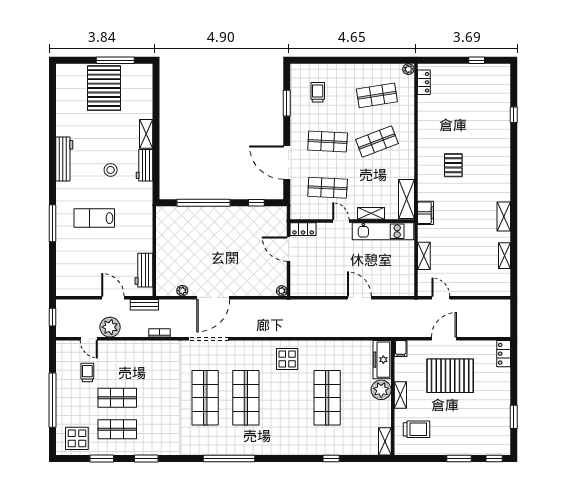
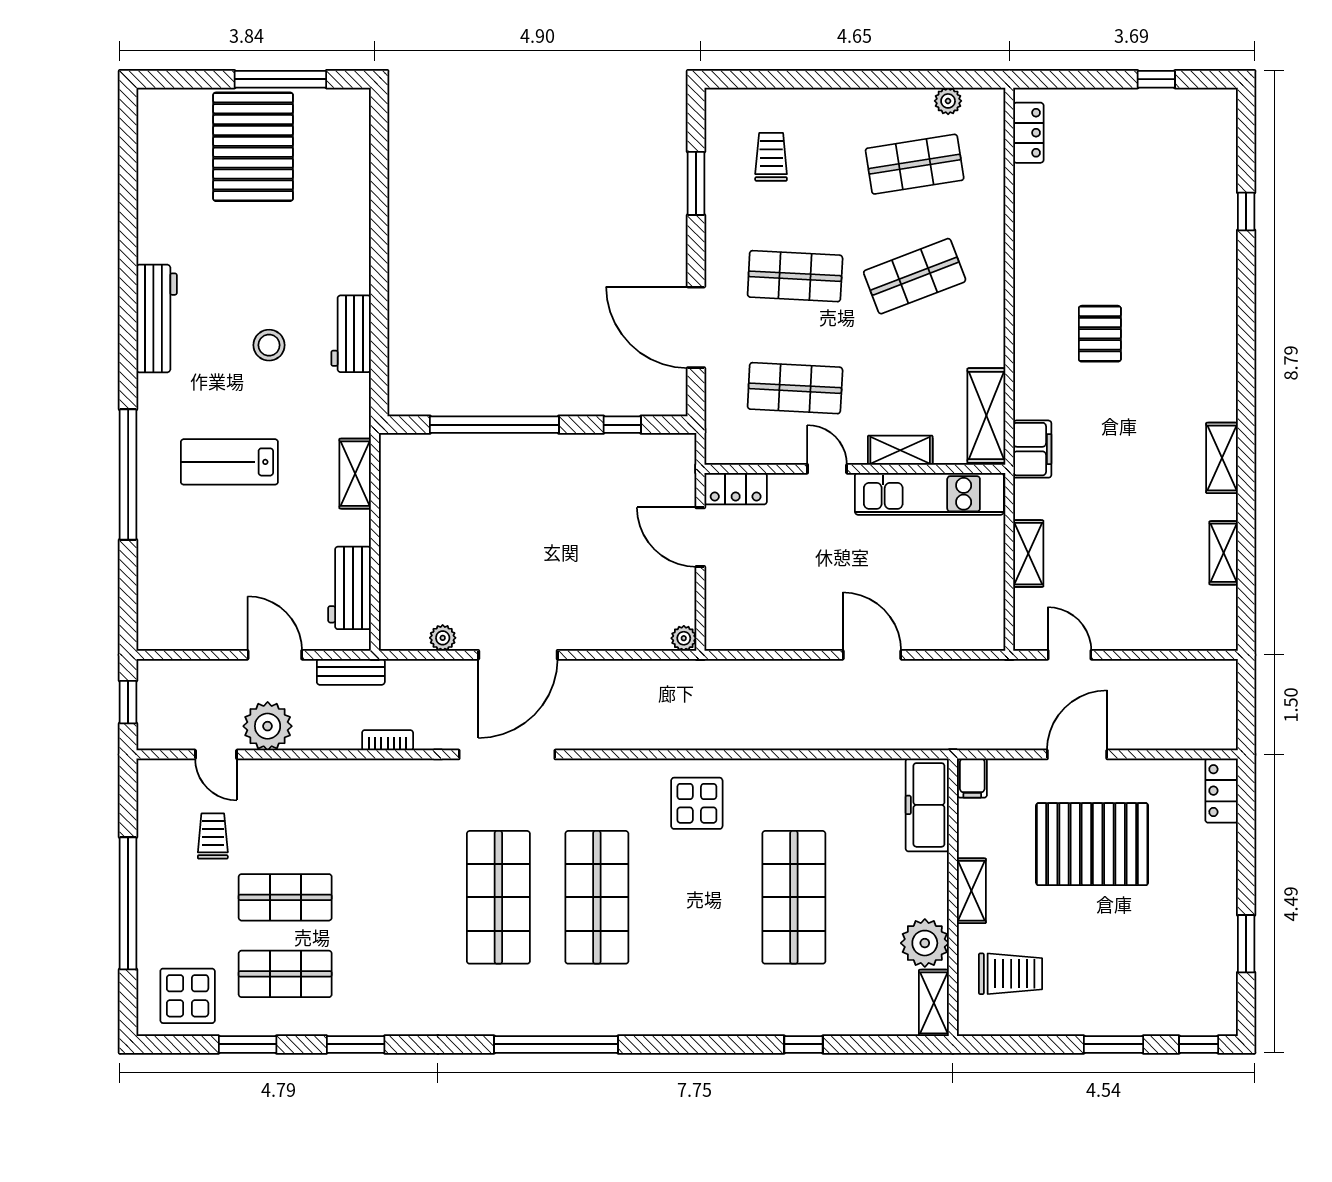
plant: (408, 69) -> (948, 101), moved
shelving: (146, 134) -> (355, 474), moved
window: (52, 223) -> (128, 475), width x1.46
plant: (381, 390) -> (925, 943), moved

